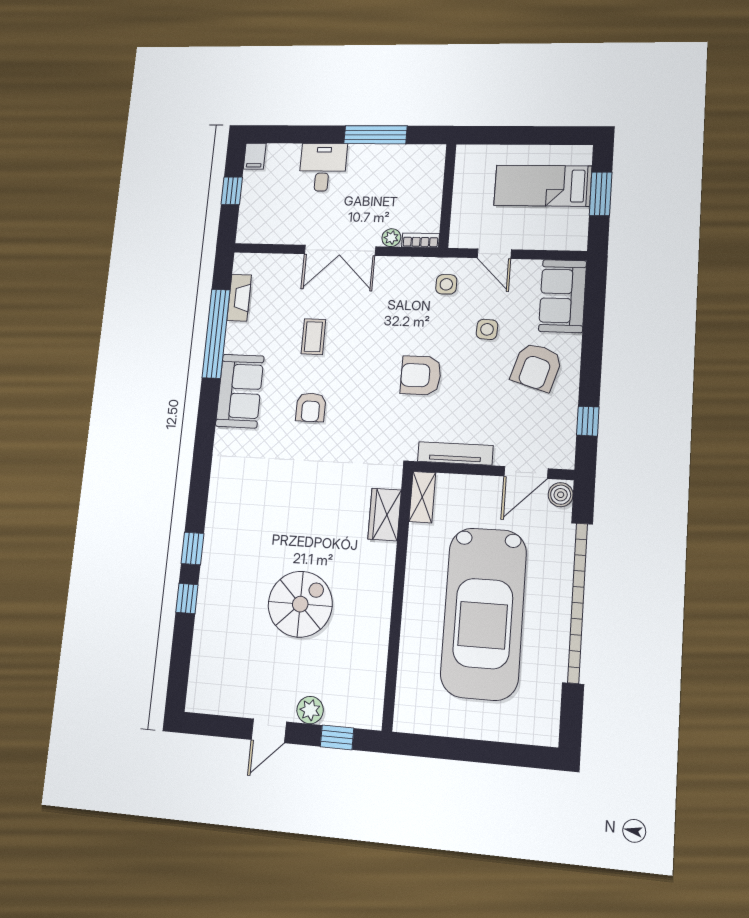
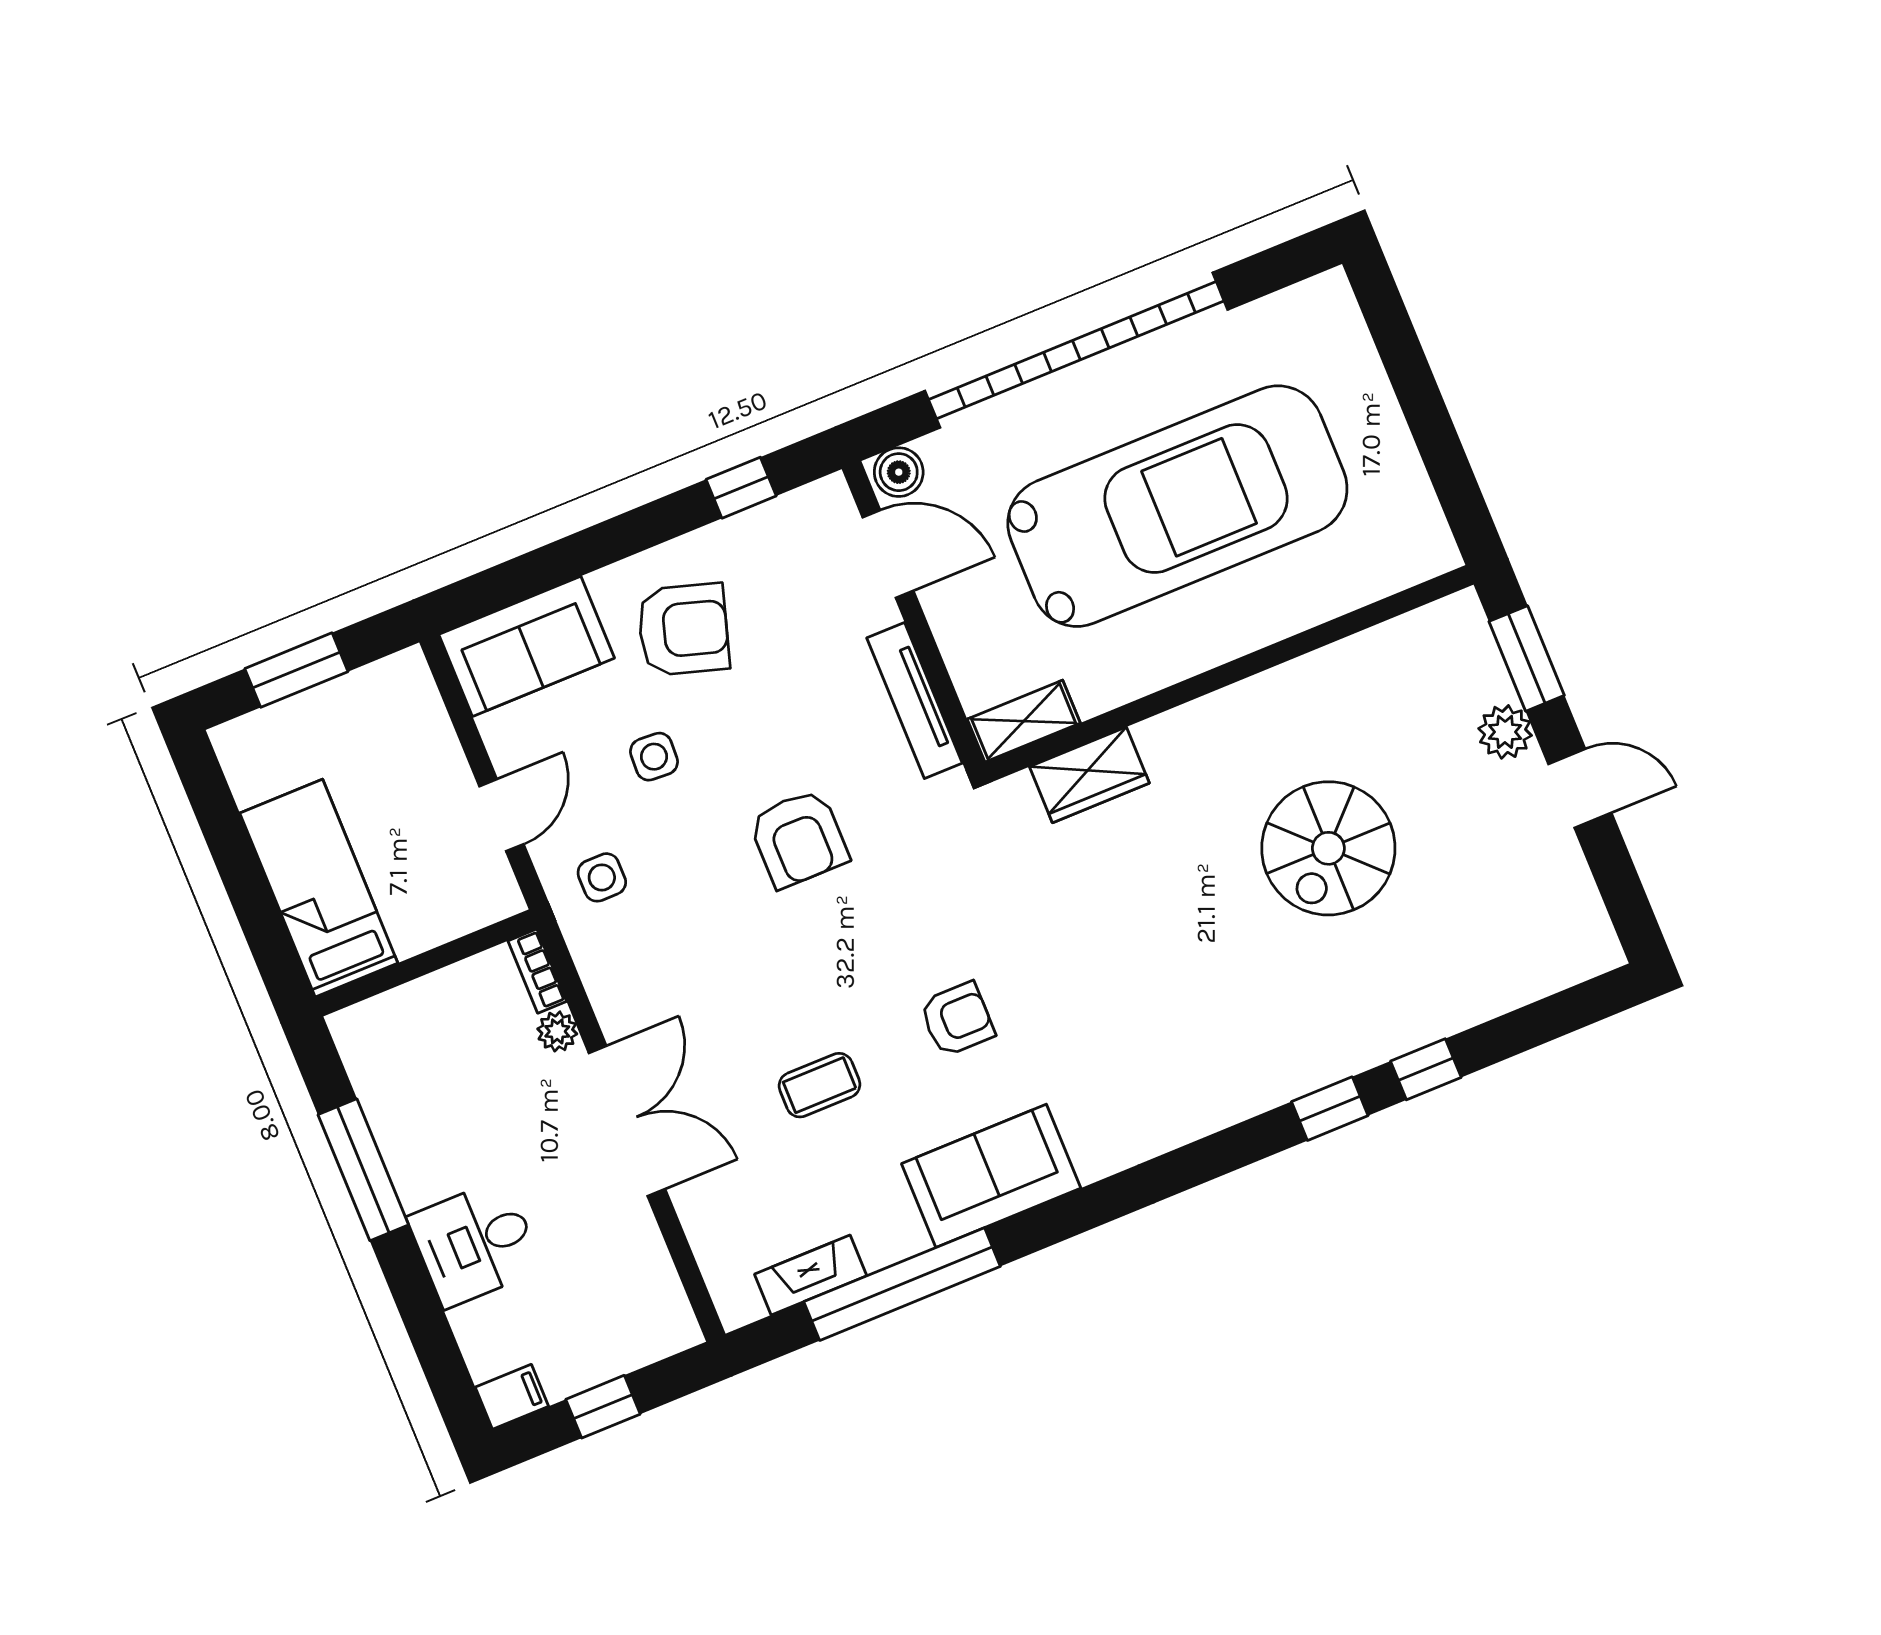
bed: (543, 186) -> (319, 888), moved, turned 180
spiral stairs: (300, 604) -> (1328, 848), turned -90
window: (337, 737) -> (1527, 658), width x1.50

